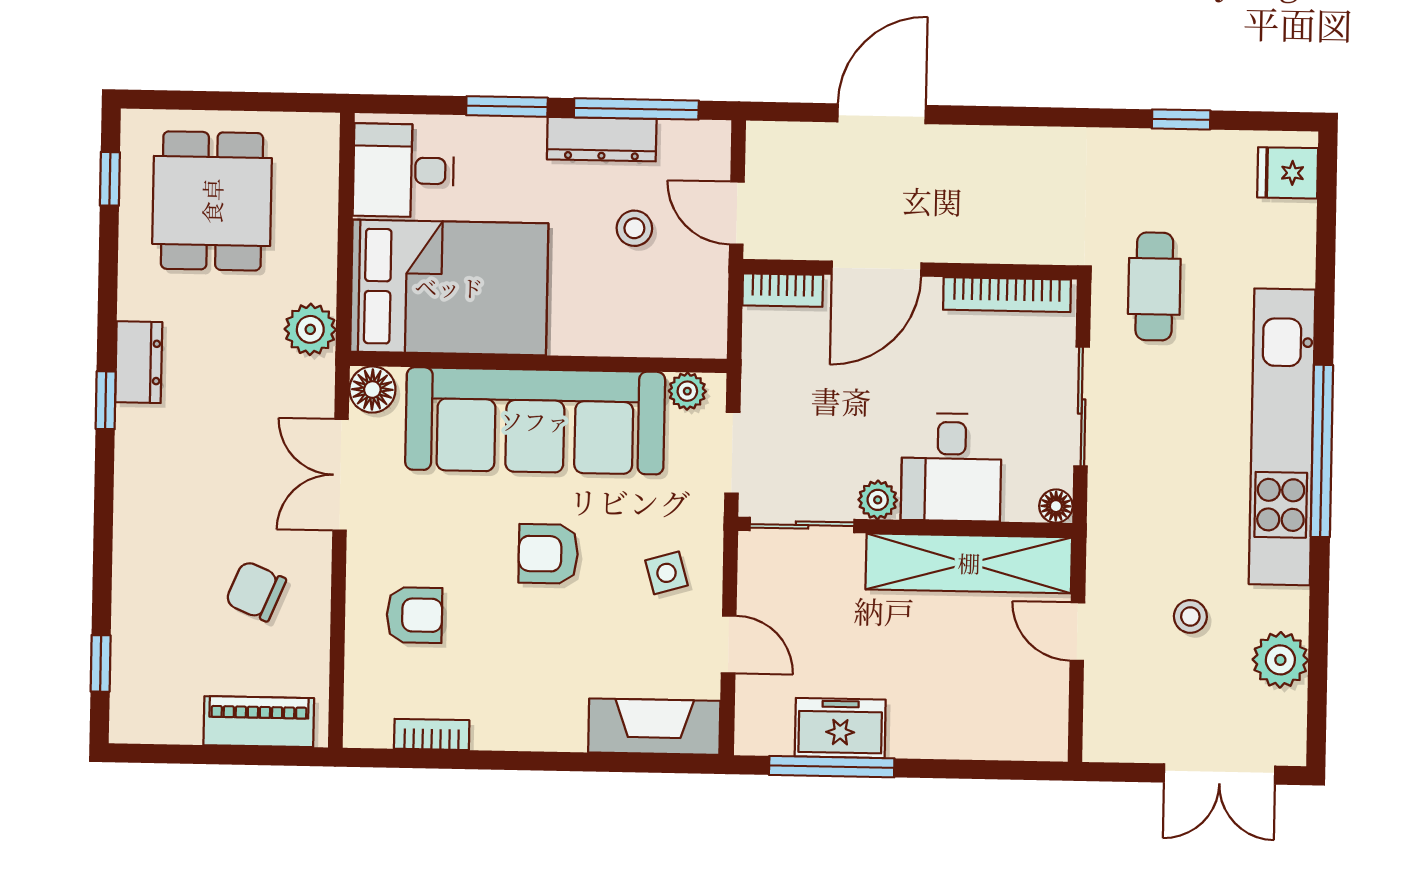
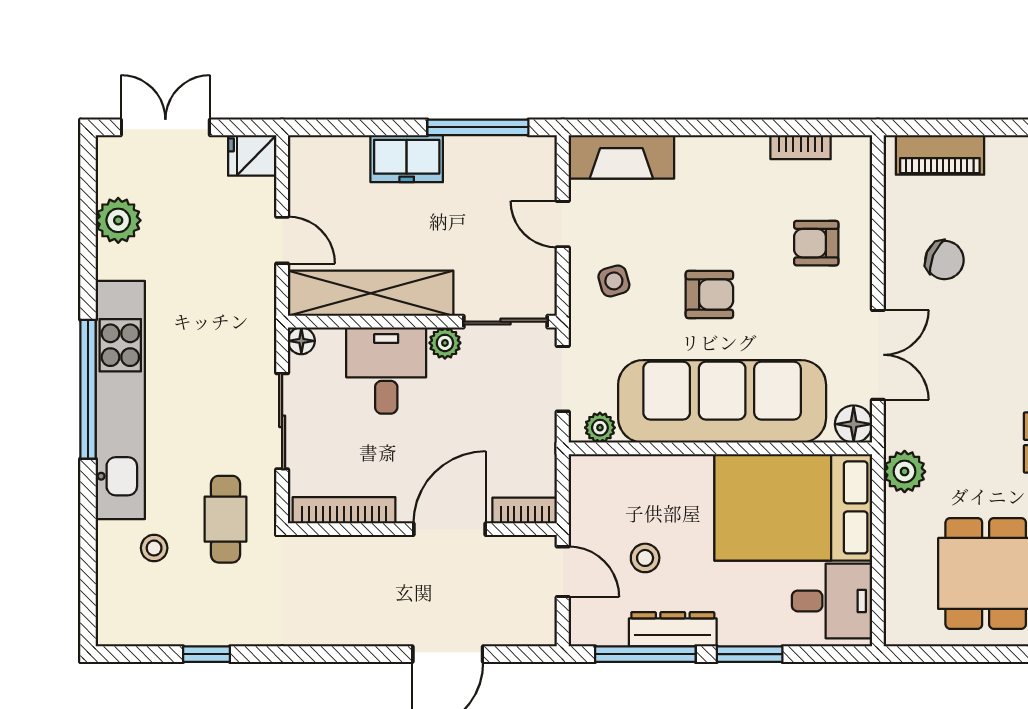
fridge: (1288, 173) -> (252, 155), moved, turned 180
stool: (1190, 616) -> (154, 548), moved
freezer: (840, 728) -> (407, 159), moved

